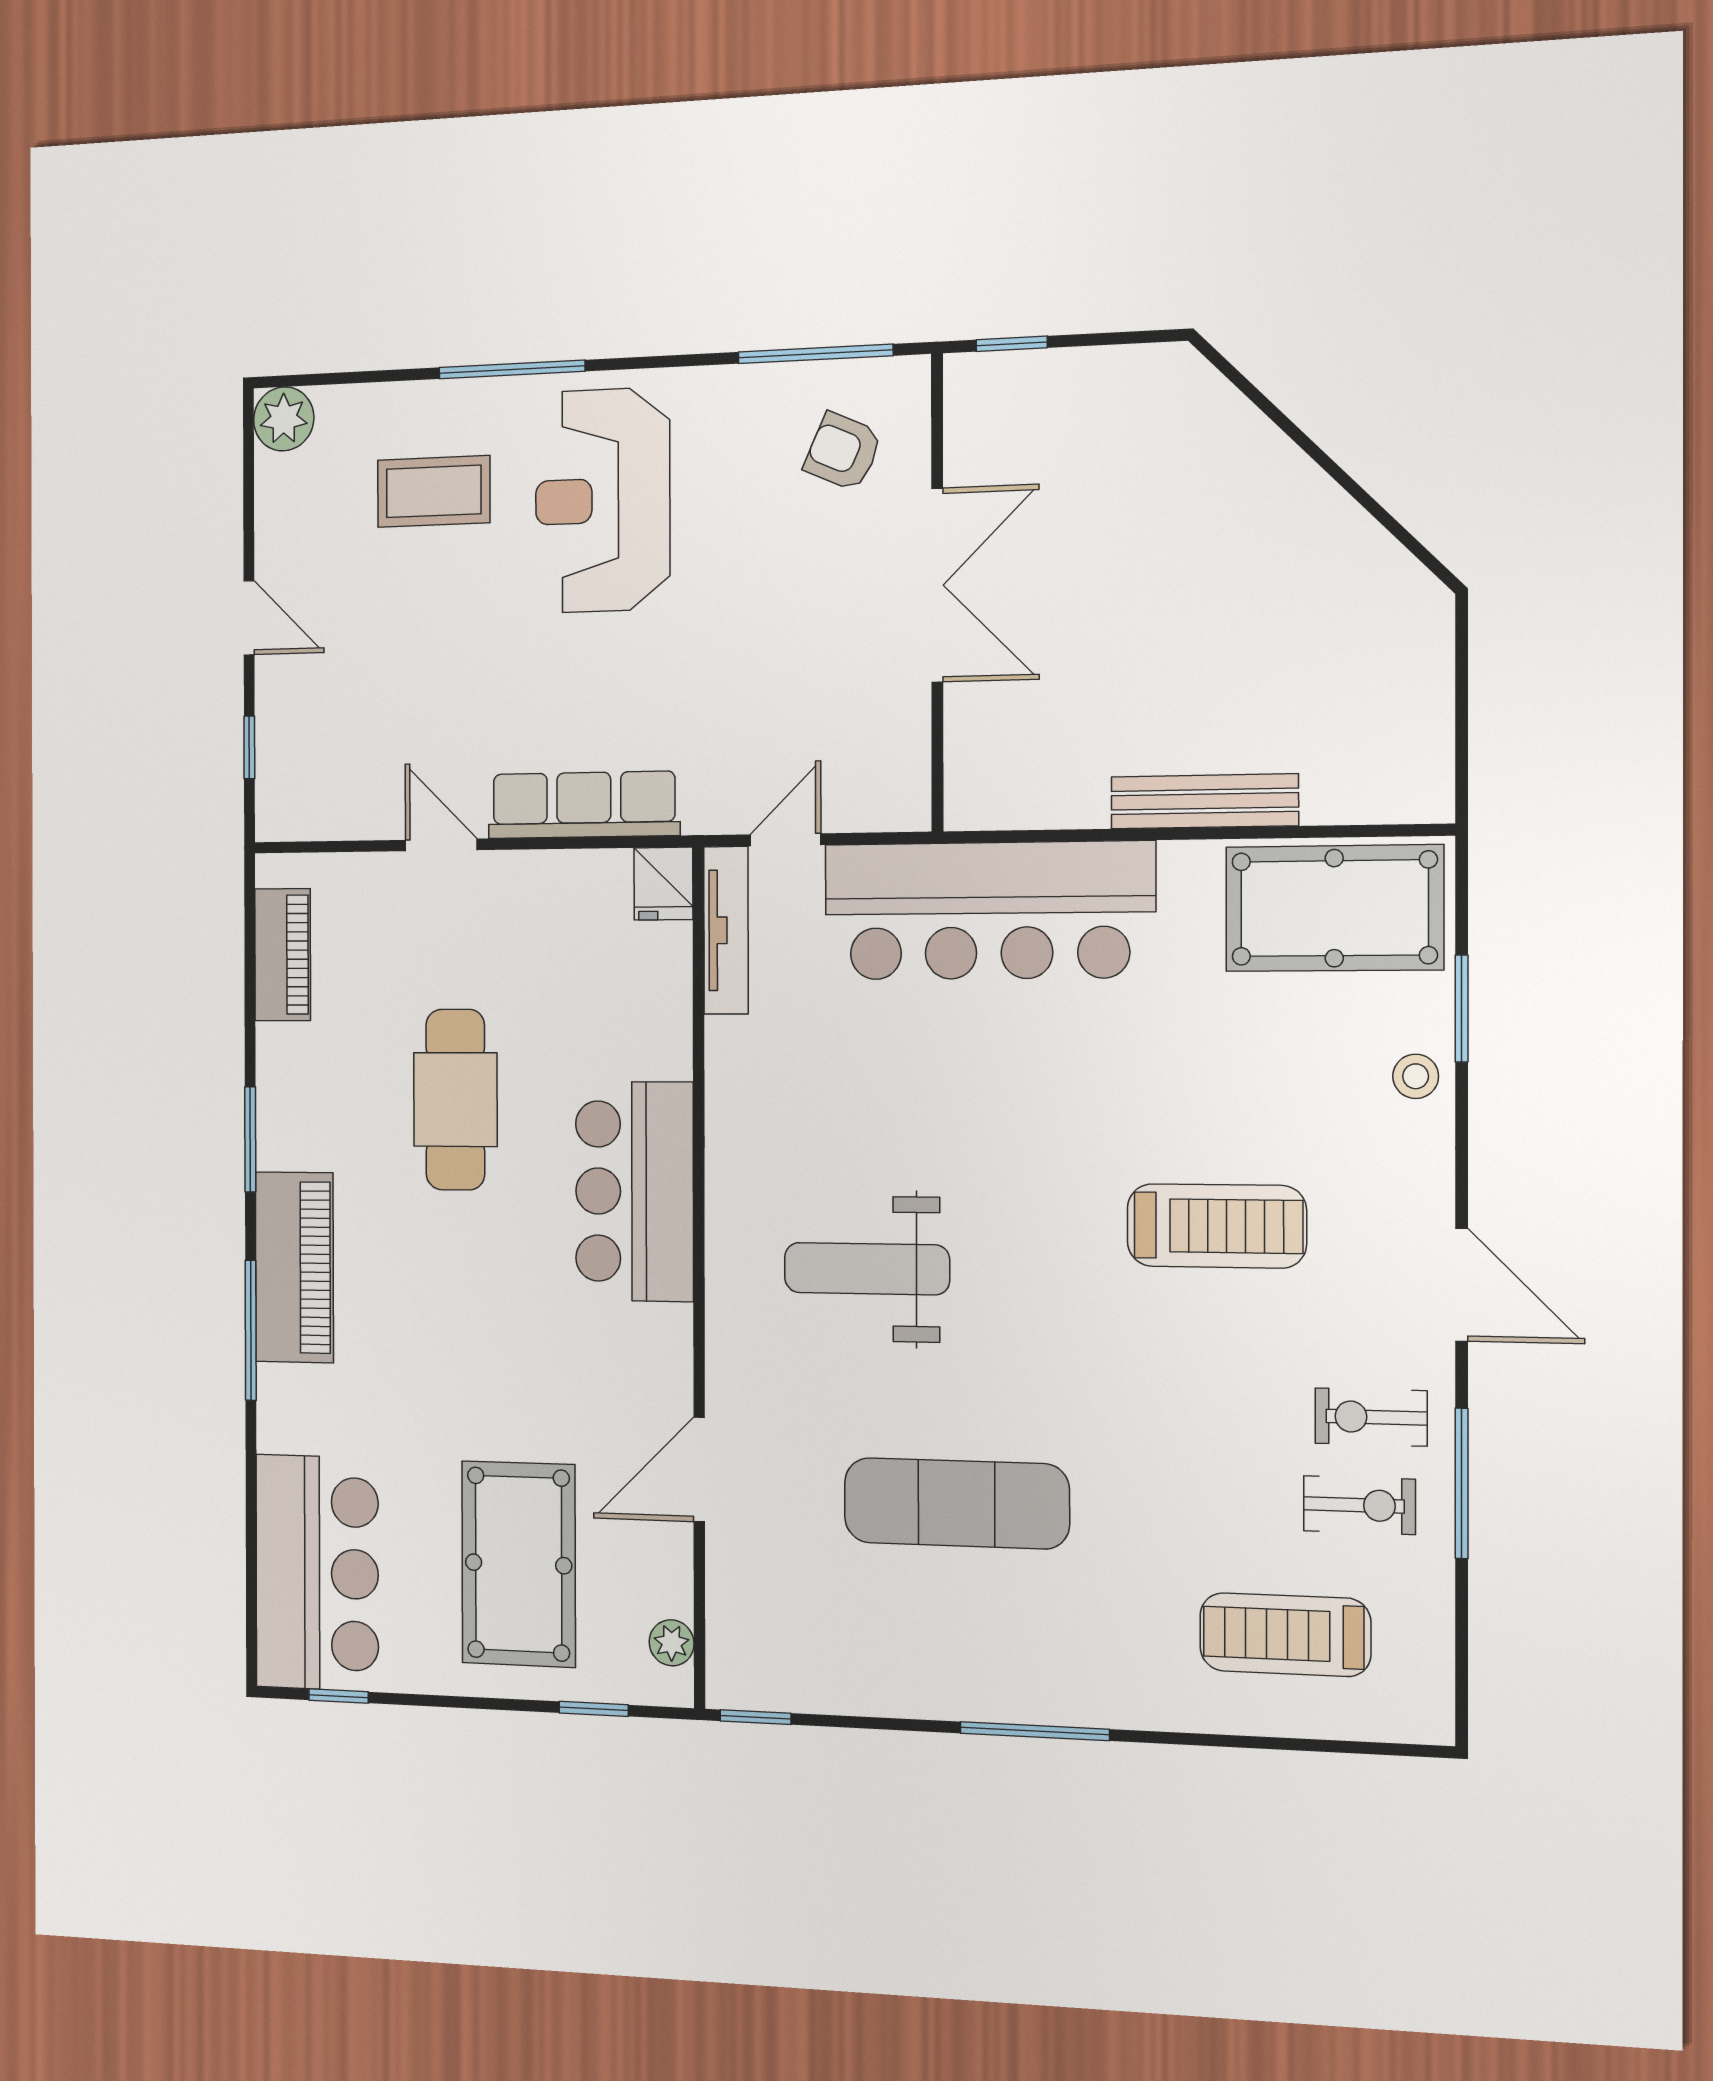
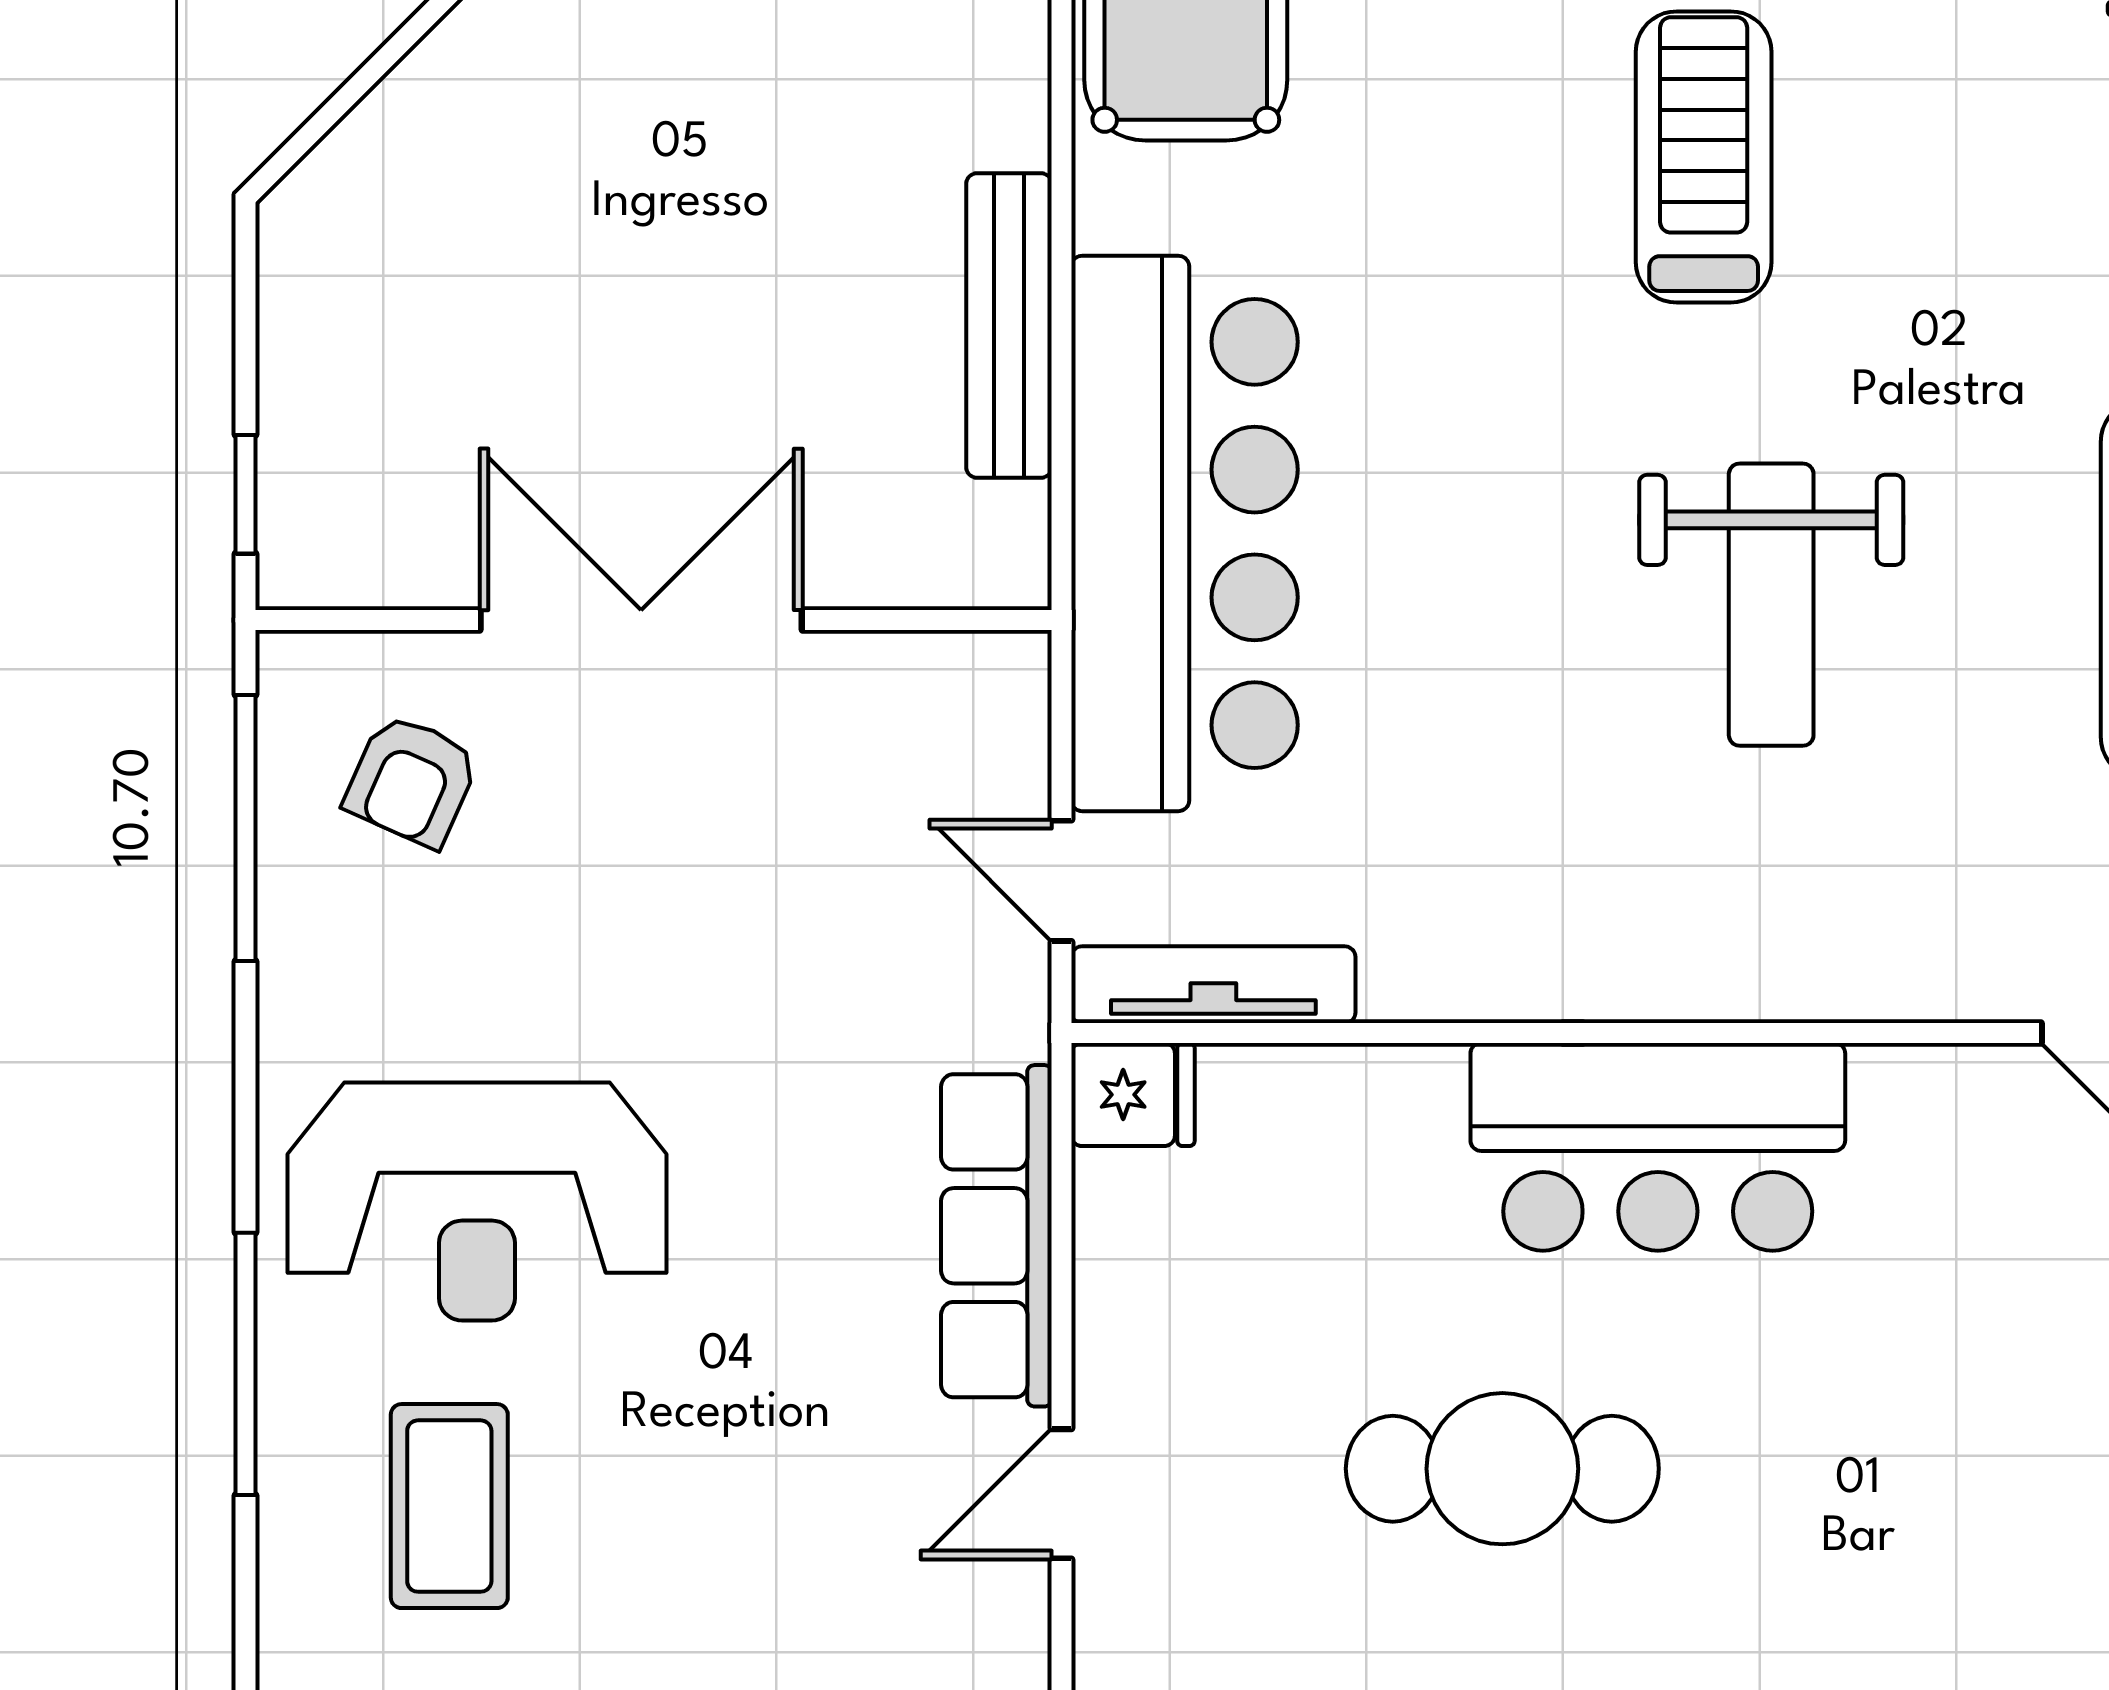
bench: (1204, 801) -> (1009, 325), moved
weight bench: (867, 1269) -> (1771, 605), moved

